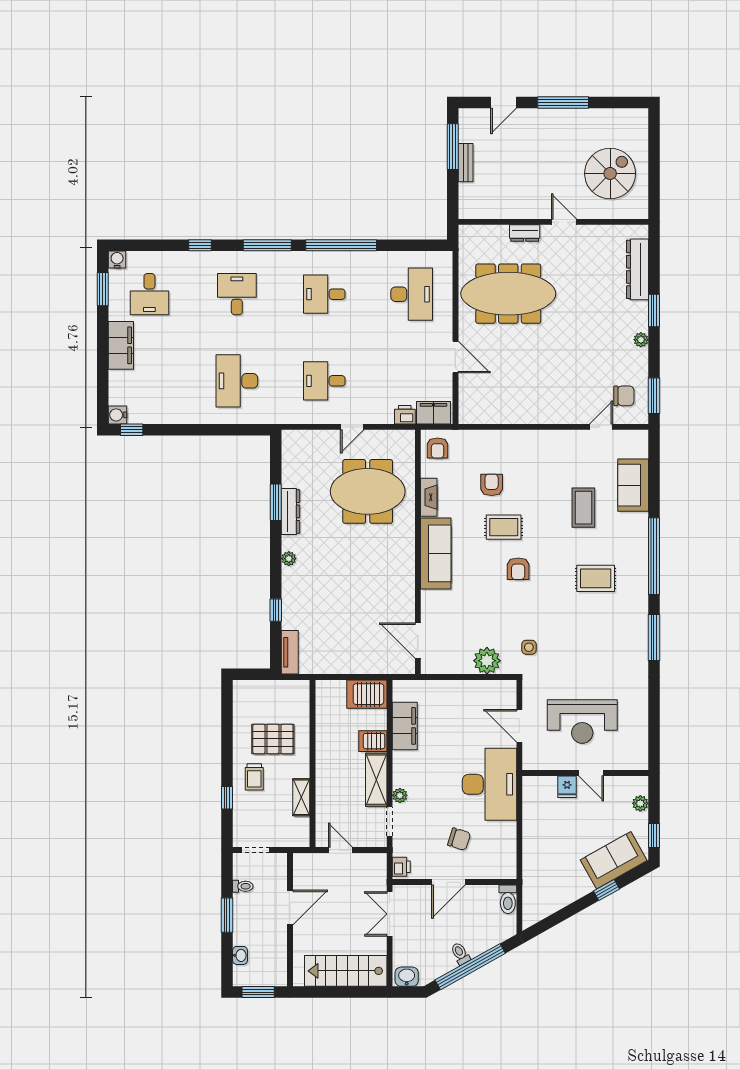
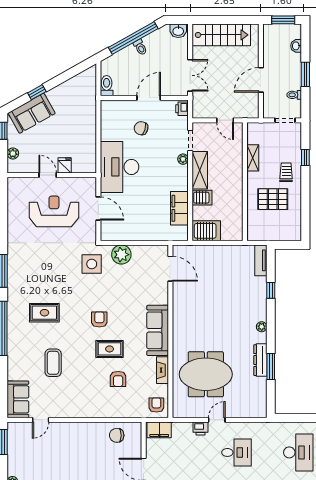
chair: (624, 396) -> (117, 435), moved
printer: (405, 415) -> (201, 429), moved
sofa: (633, 485) -> (18, 399), moved
side table: (529, 647) -> (92, 264), width x1.87, depth x1.87

